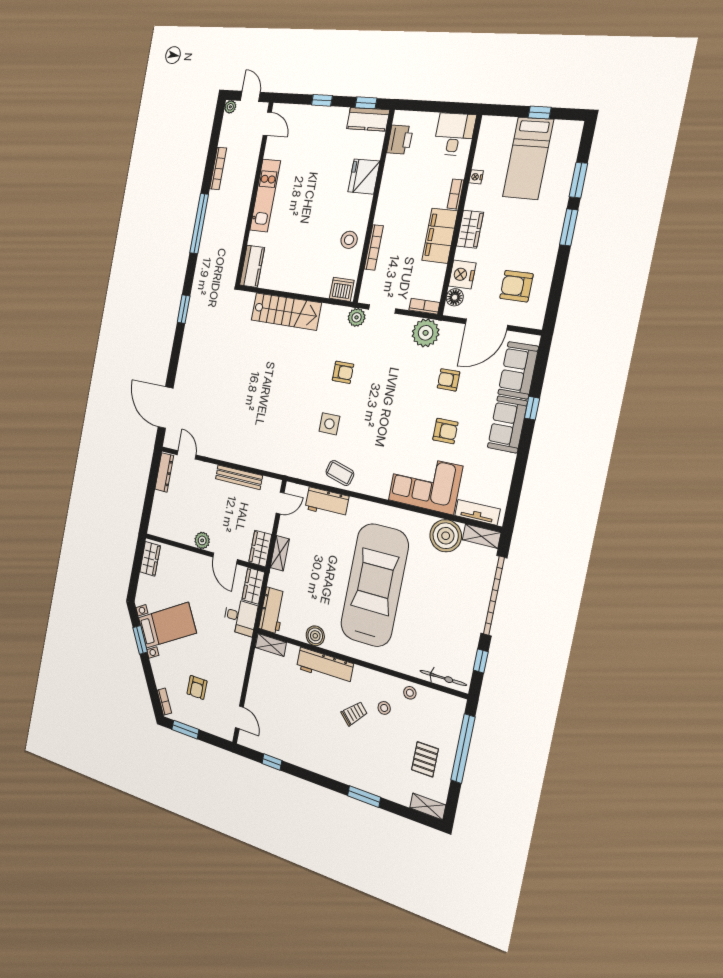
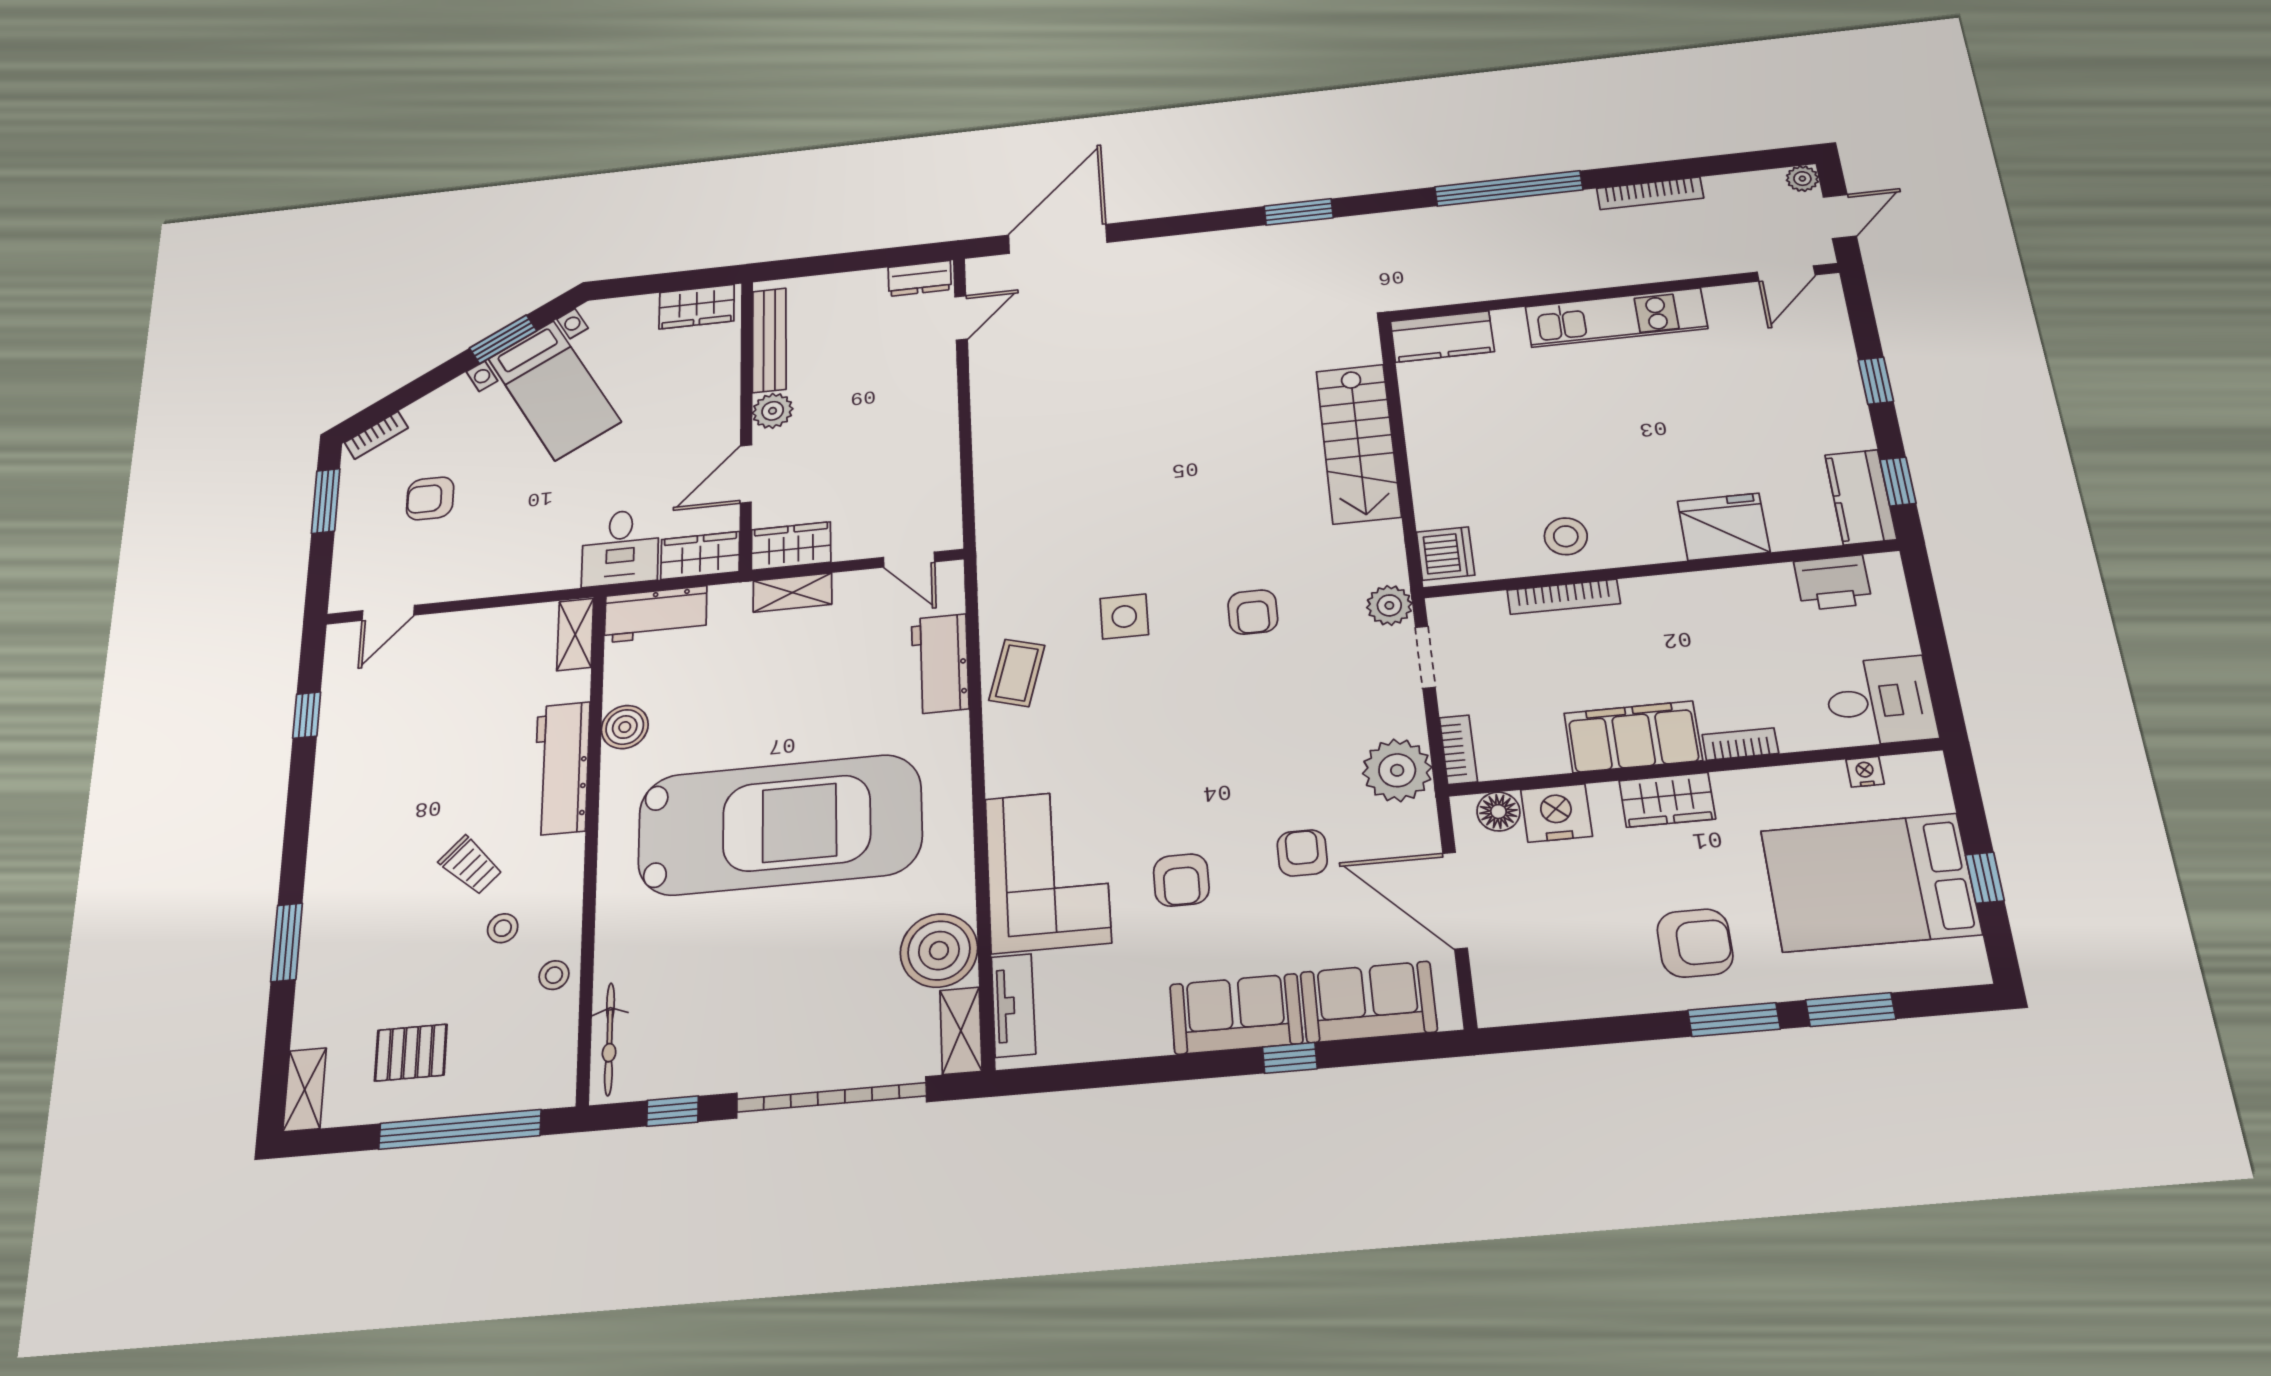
bed: (528, 158) -> (1870, 882), width x1.50
nightstand: (476, 177) -> (1865, 772), moved
armchair: (516, 286) -> (1695, 943), moved, turned 90
dresser: (164, 472) -> (920, 278), width x0.70
bench: (239, 477) -> (769, 340), moved

